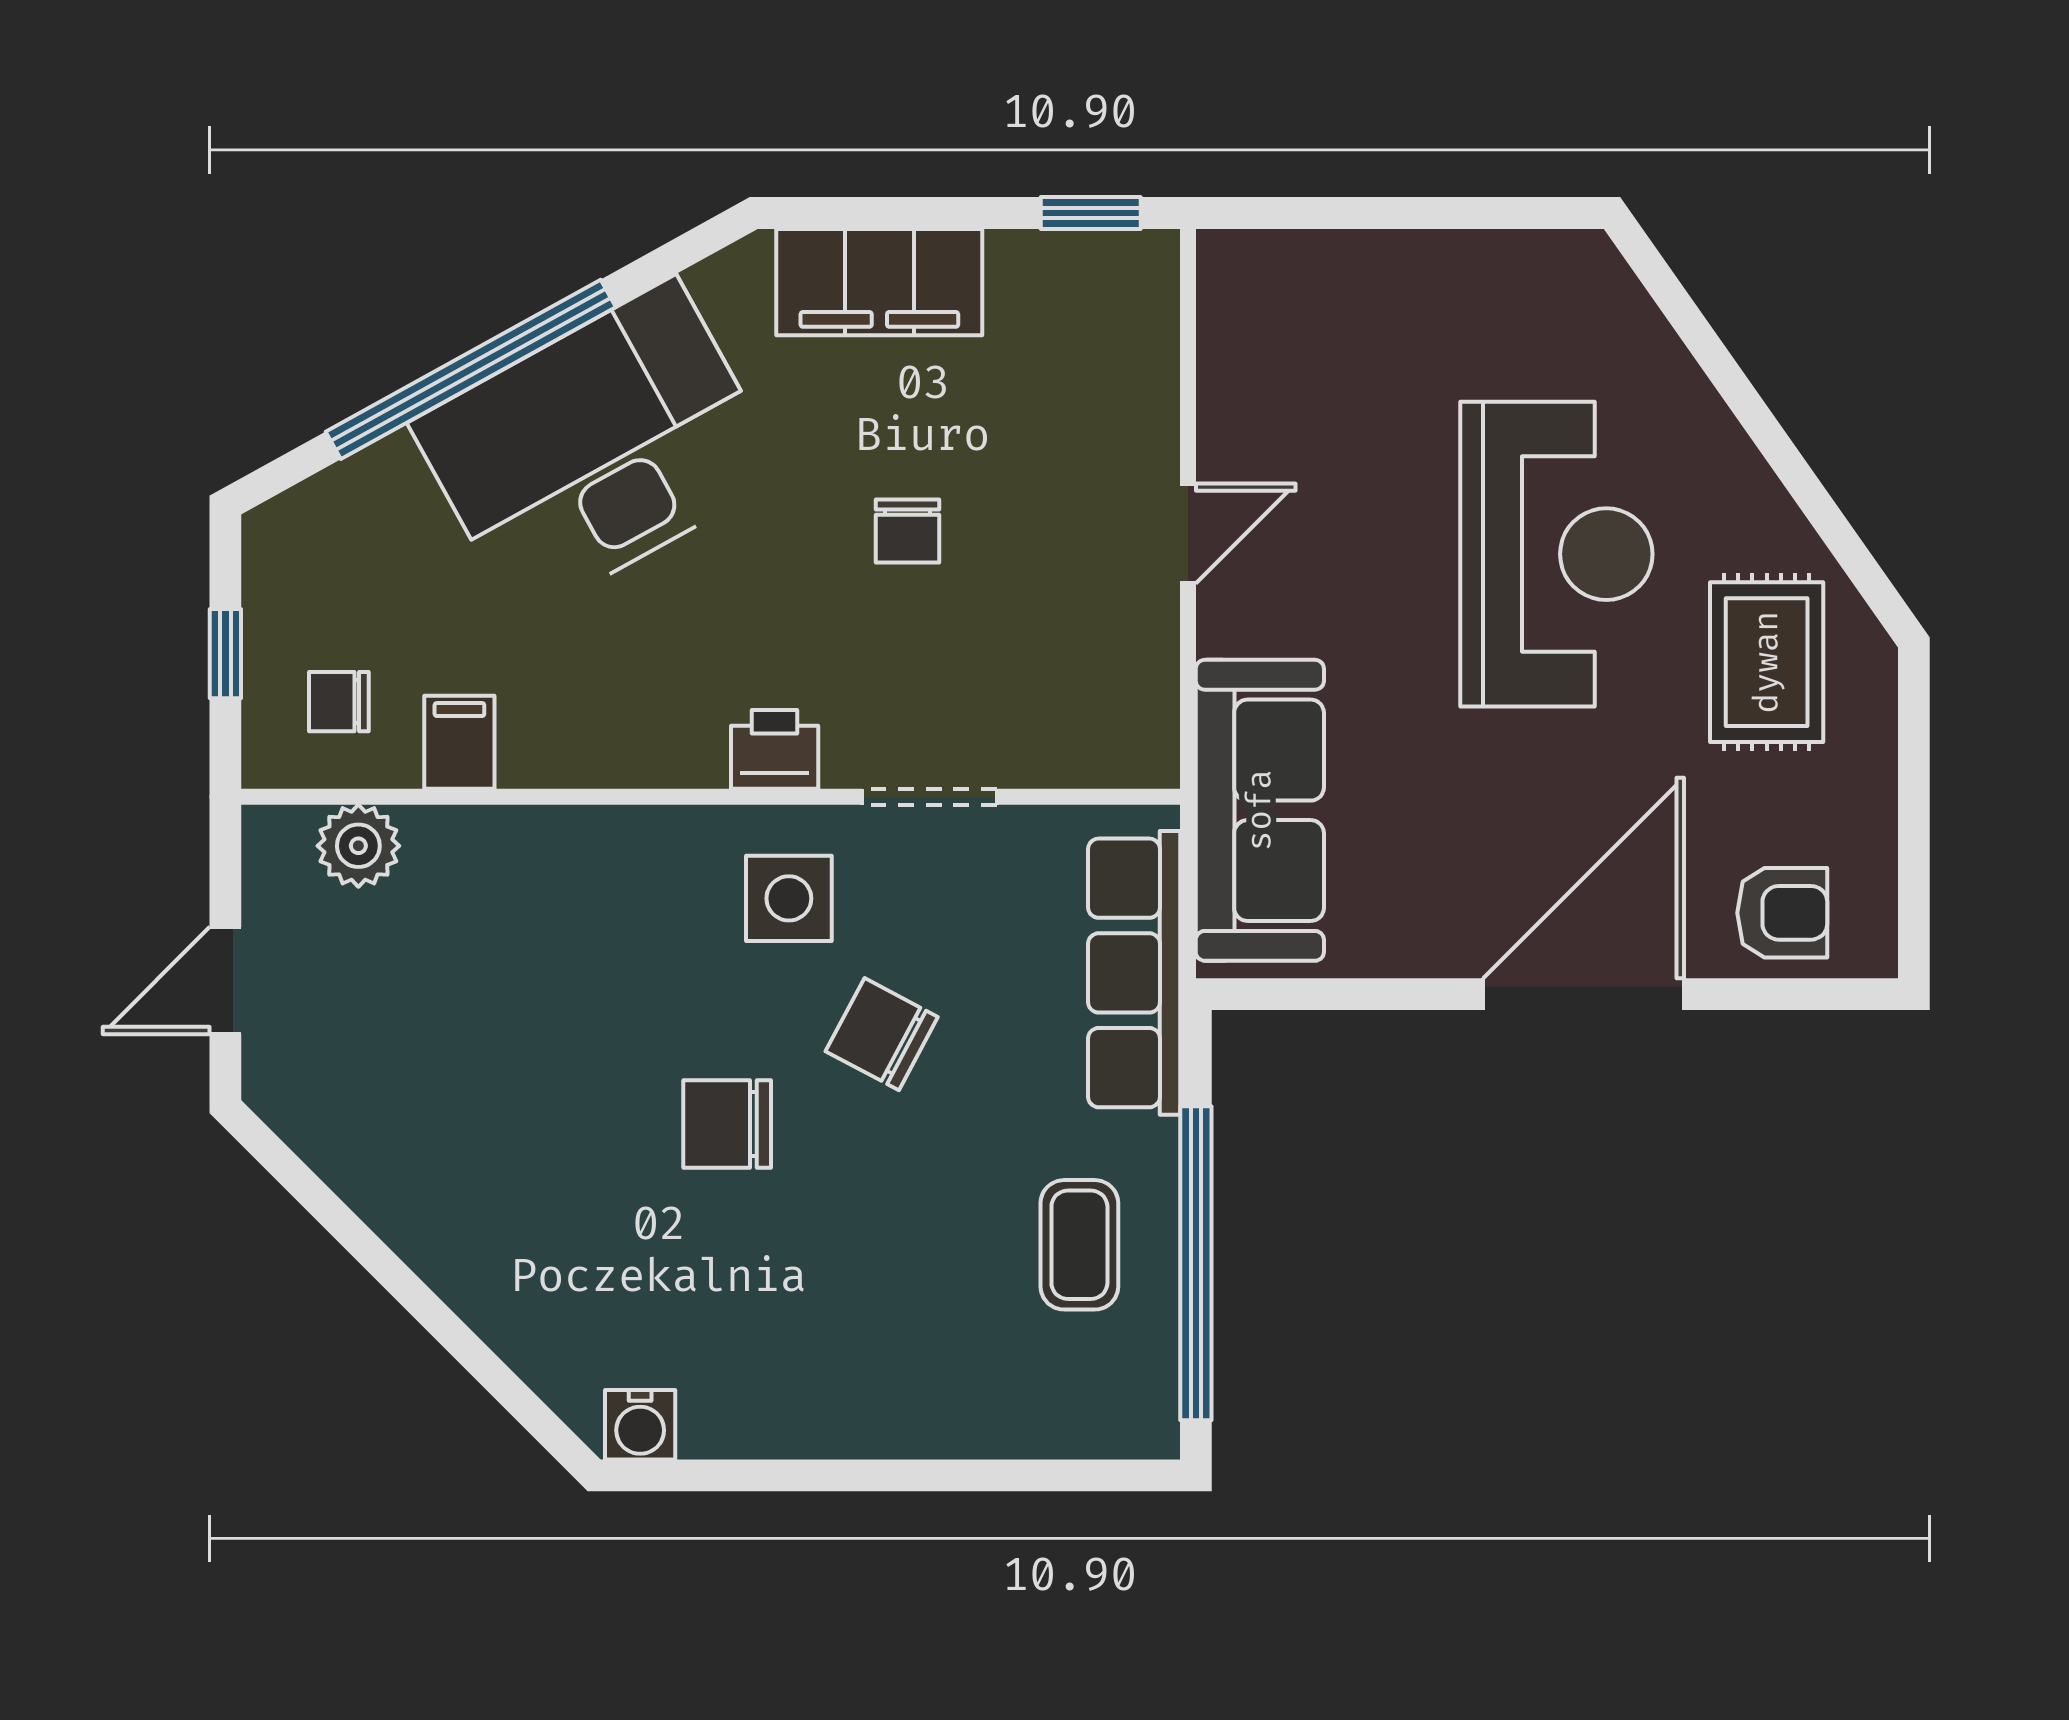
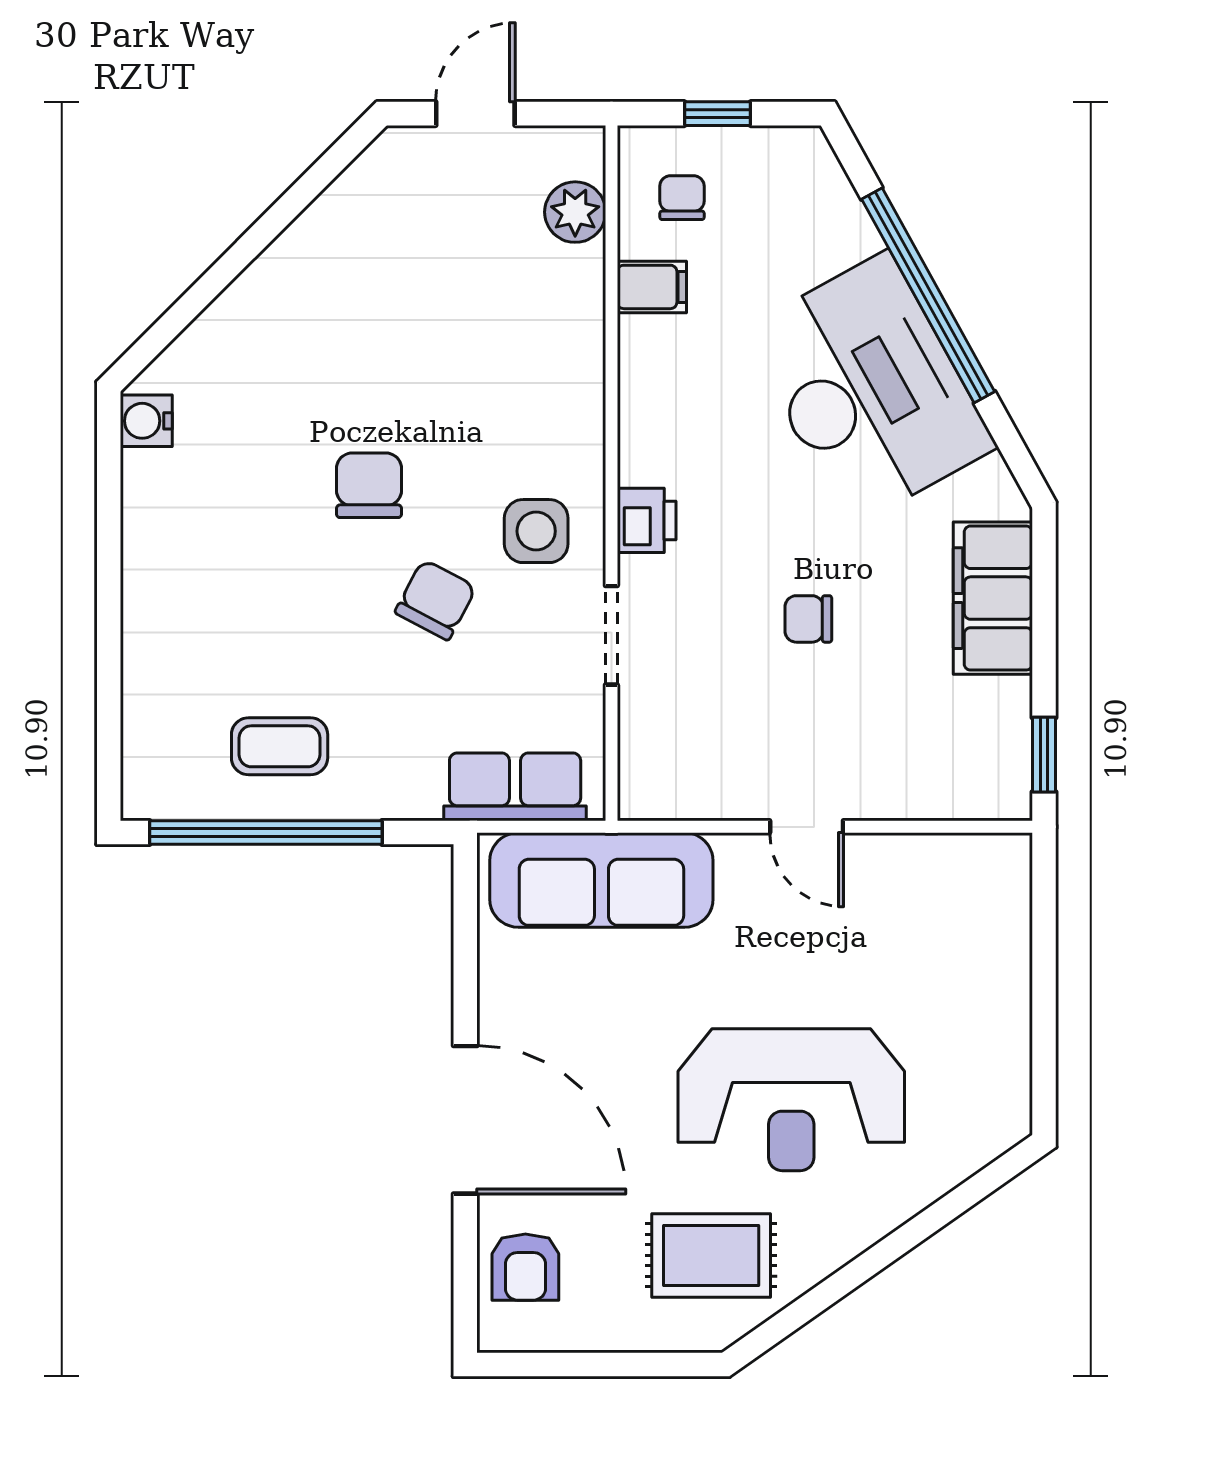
row of seats: (1134, 973) -> (515, 787), width x0.68
door: (225, 981) -> (475, 114), hinge flipped

